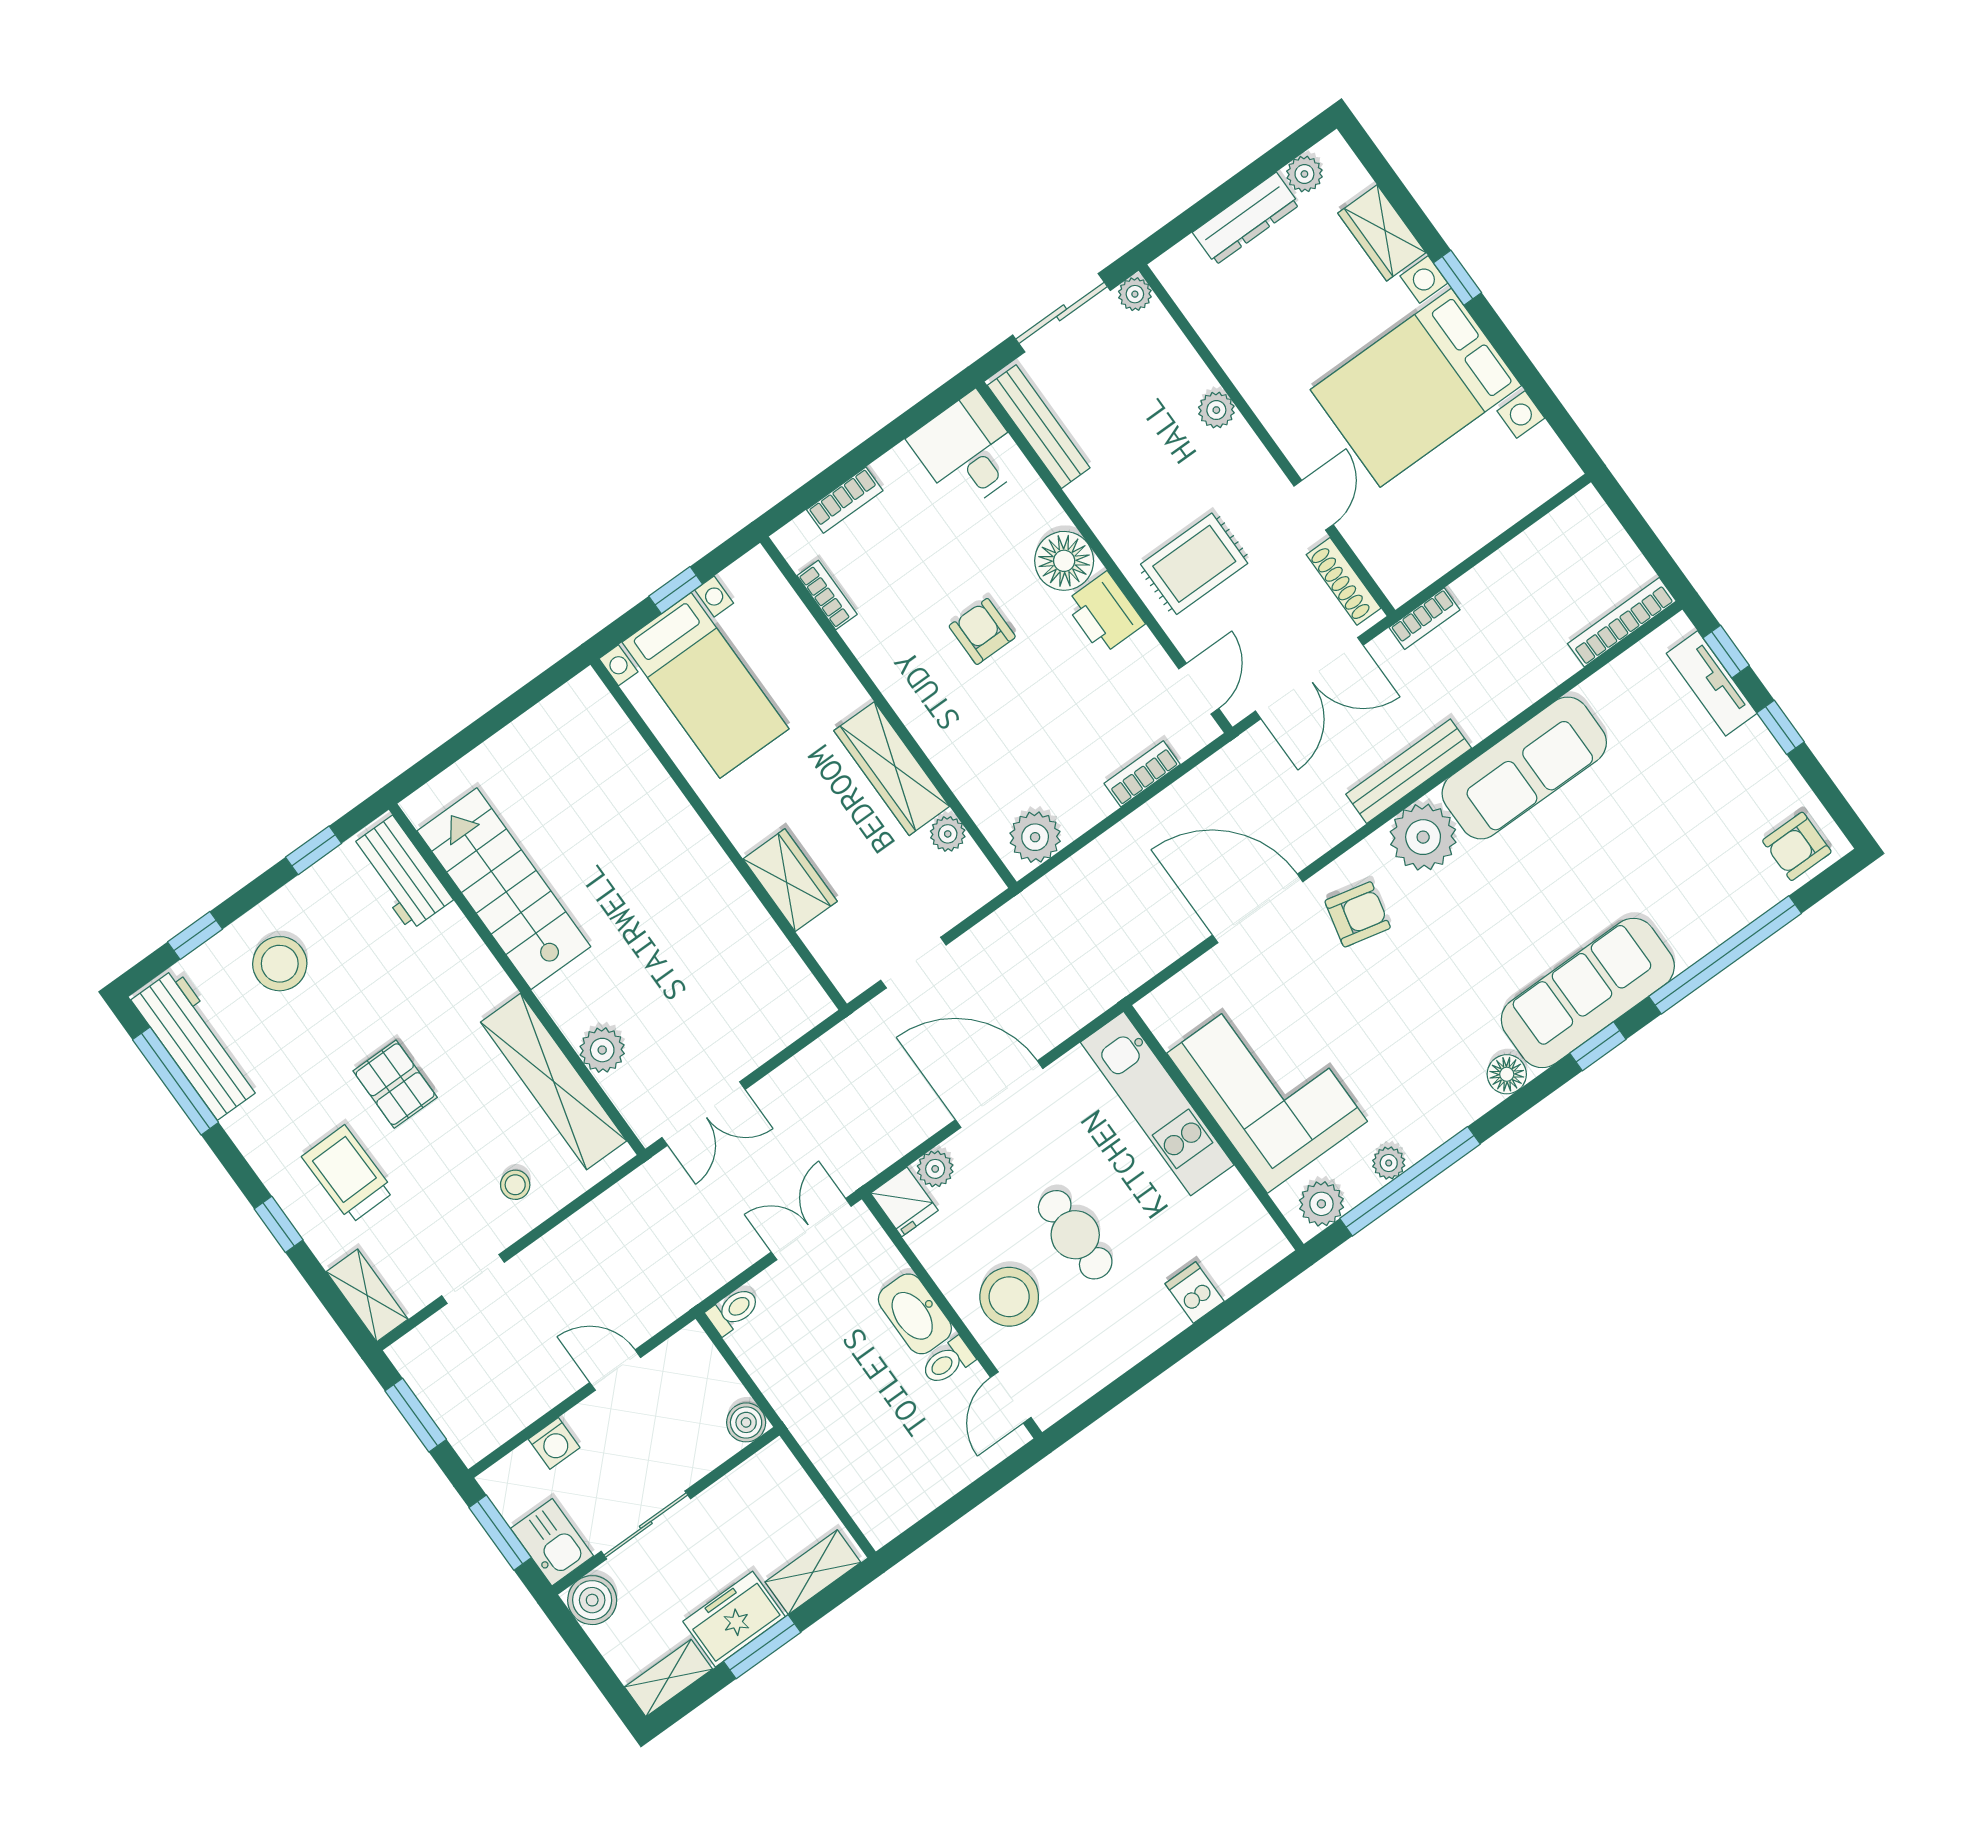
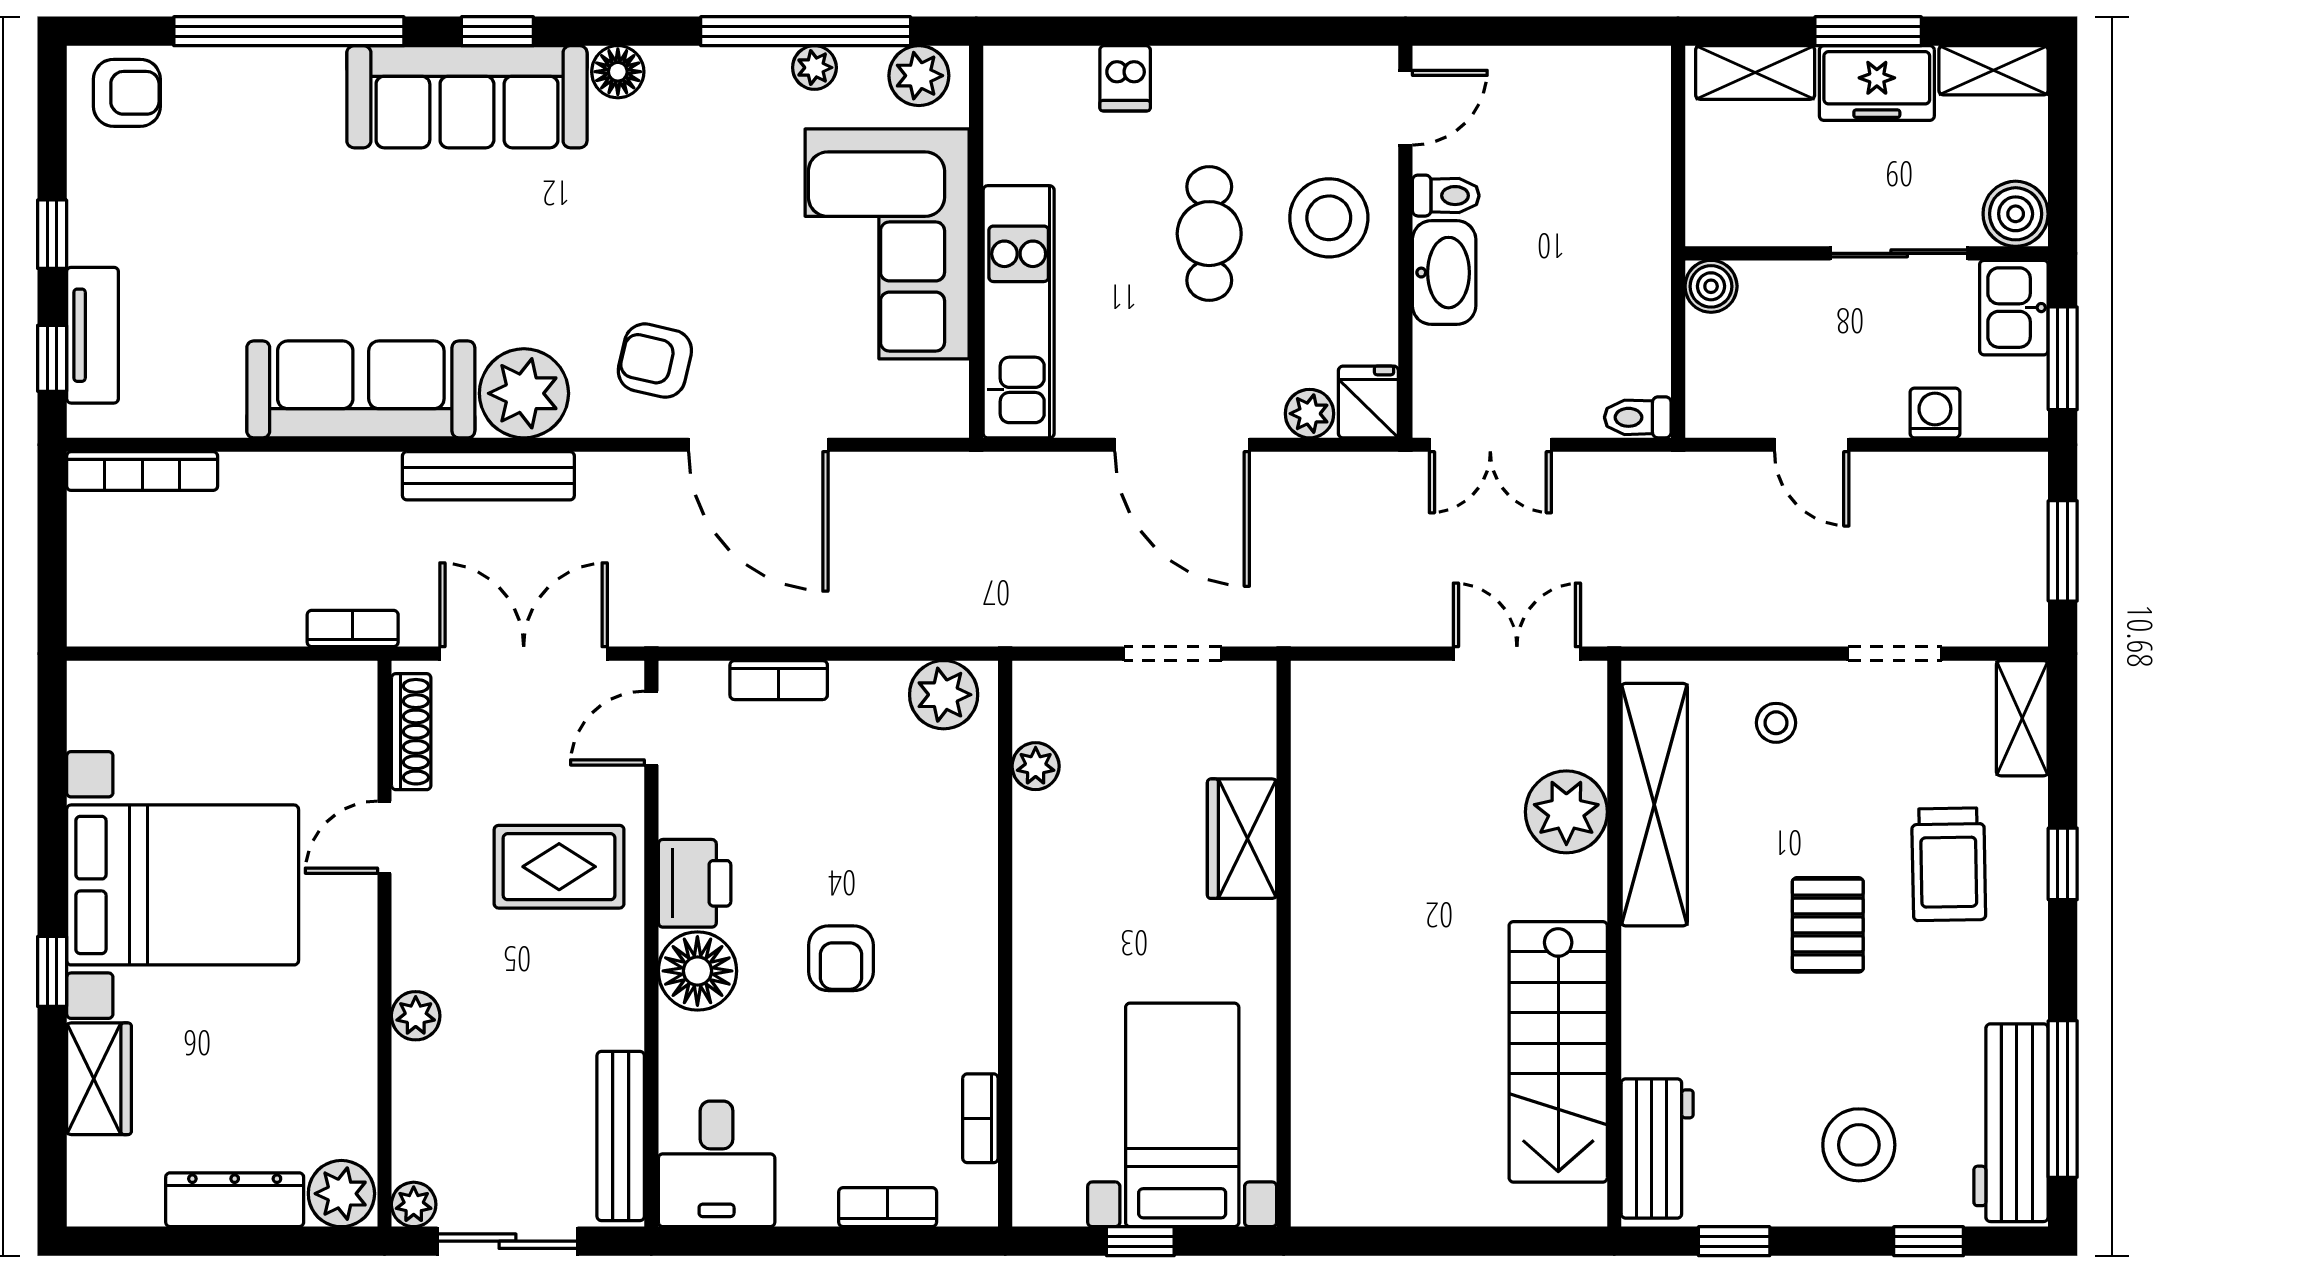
plant: (1304, 174) -> (341, 1194), moved, width x1.38, depth x1.38
wardrobe: (892, 769) -> (1045, 880), removed
plant: (602, 1050) -> (1566, 812), width x1.36, depth x1.36

